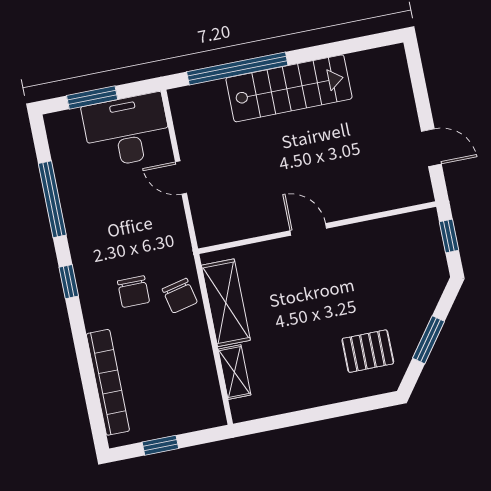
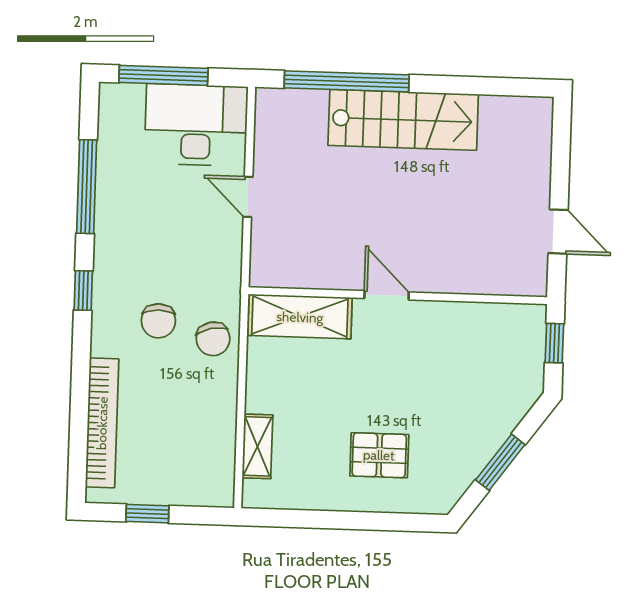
window: (92, 98) -> (163, 75), width x1.44
shelving: (226, 303) -> (300, 317), moved, turned 90
pallet: (368, 351) -> (379, 455), moved

